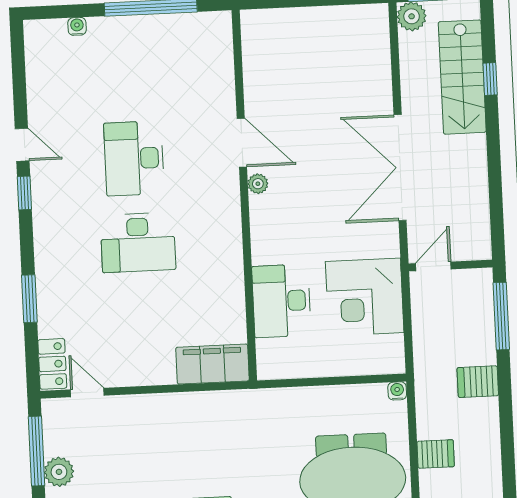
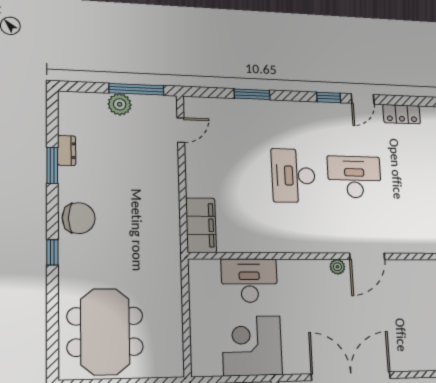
locker: (52, 364) -> (402, 114), moved
water cooler: (397, 391) -> (177, 370), removed

